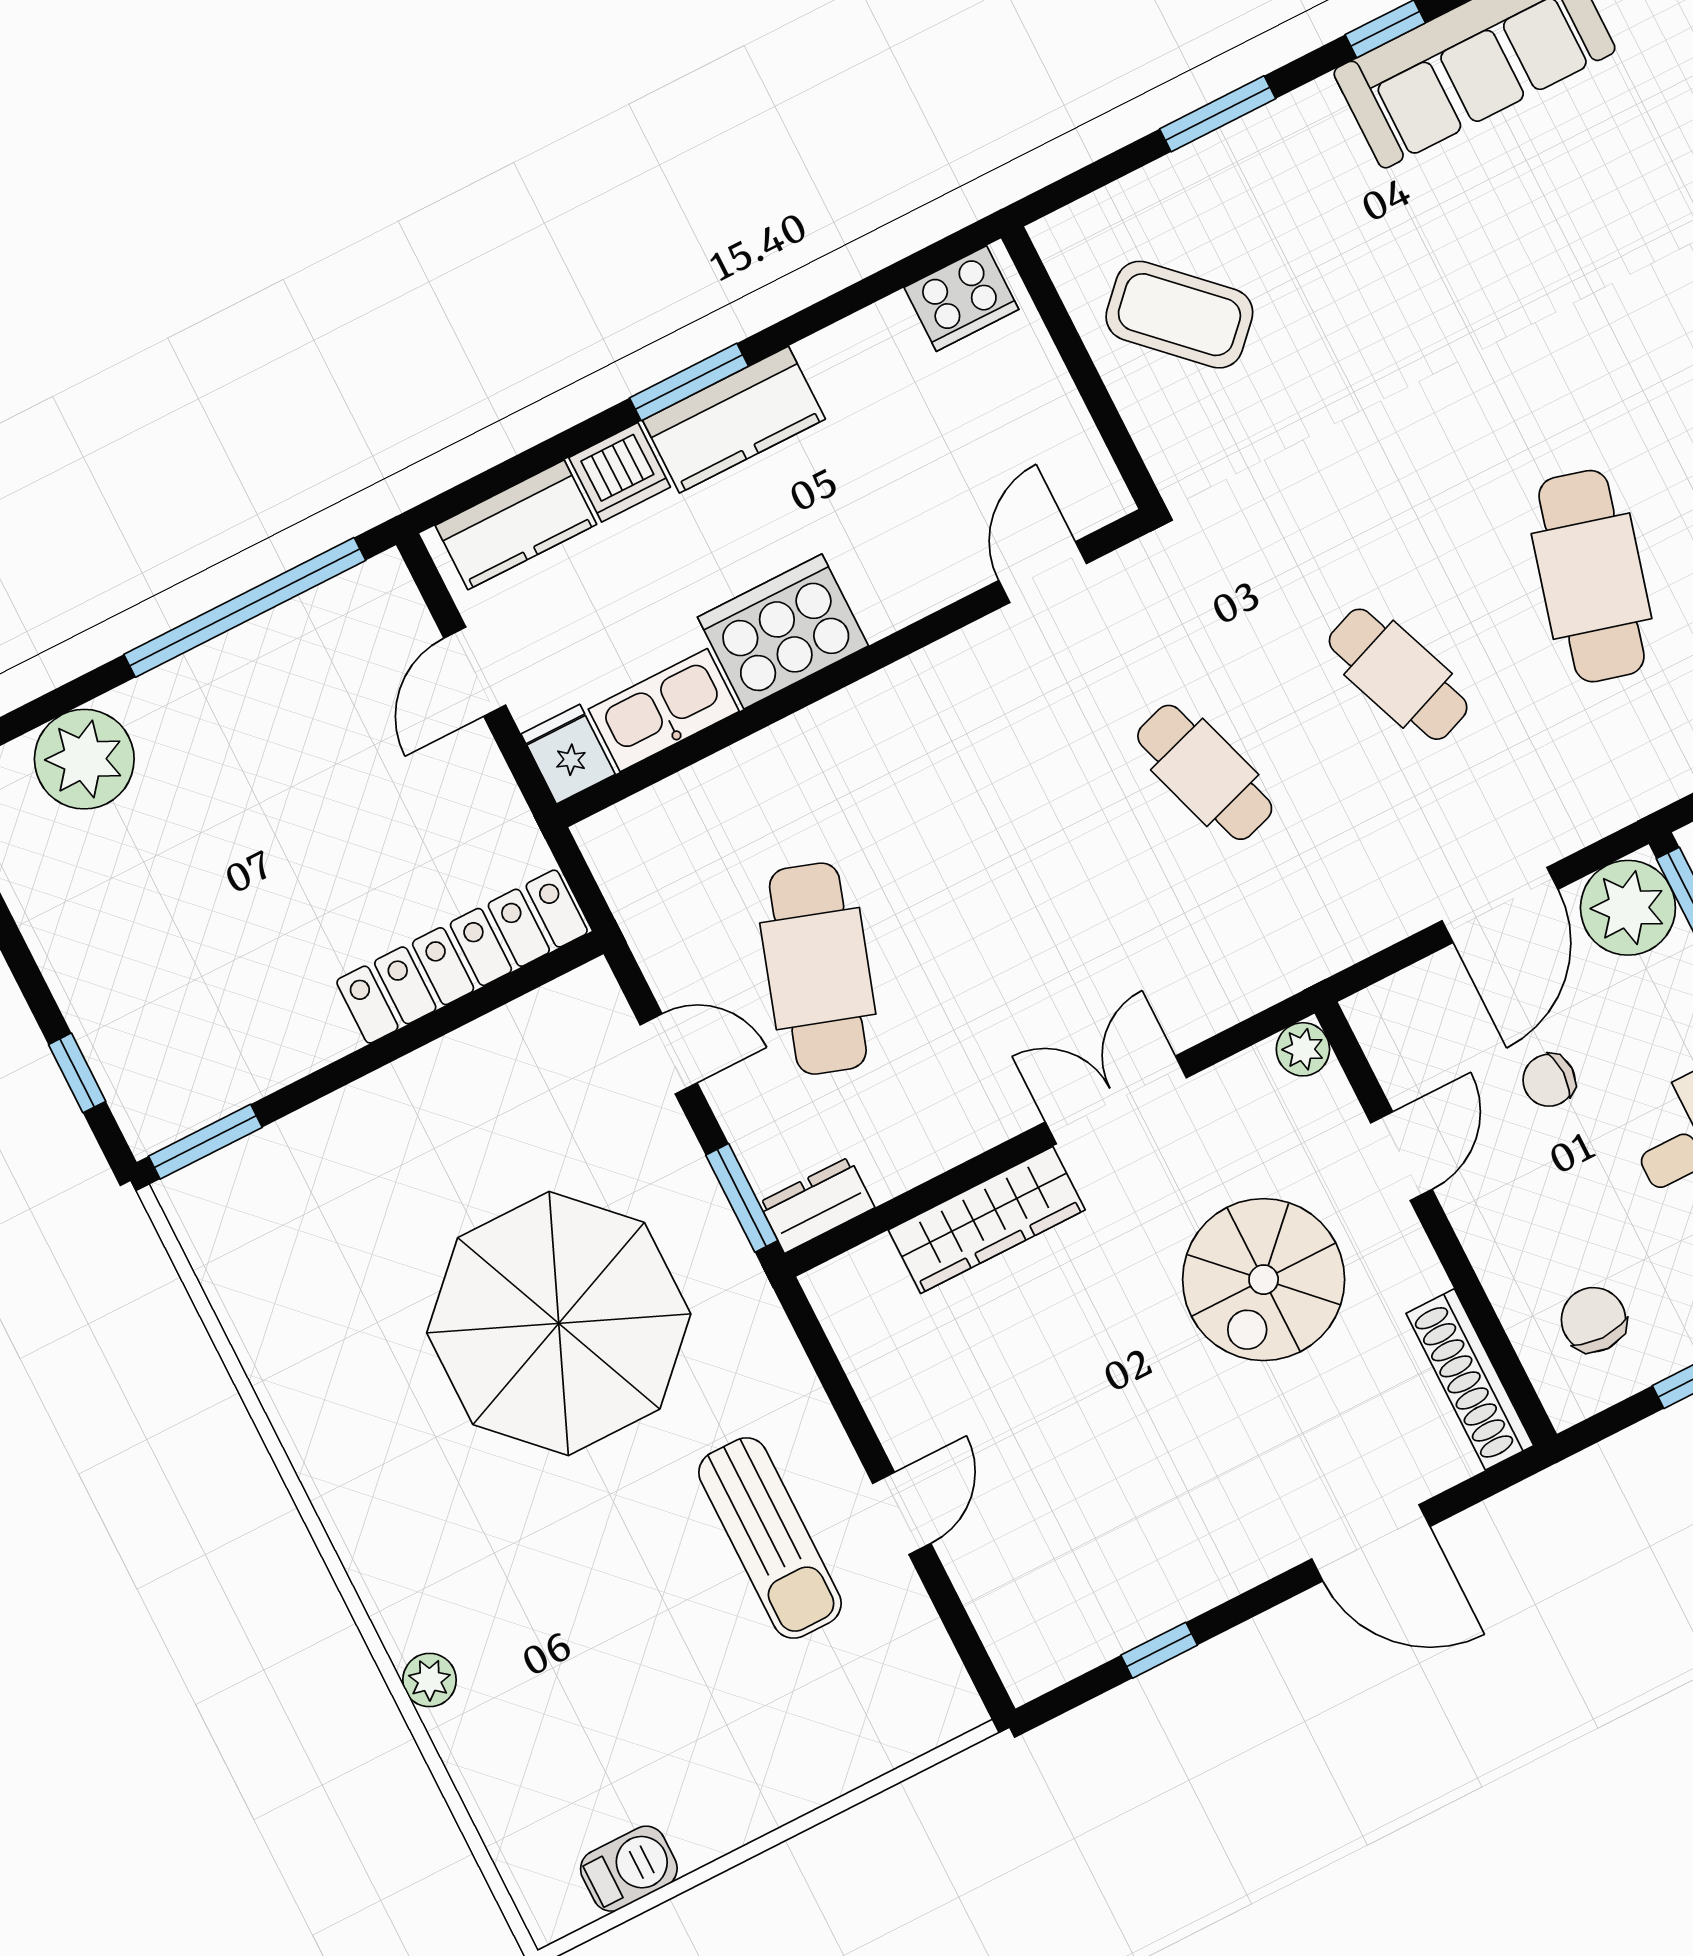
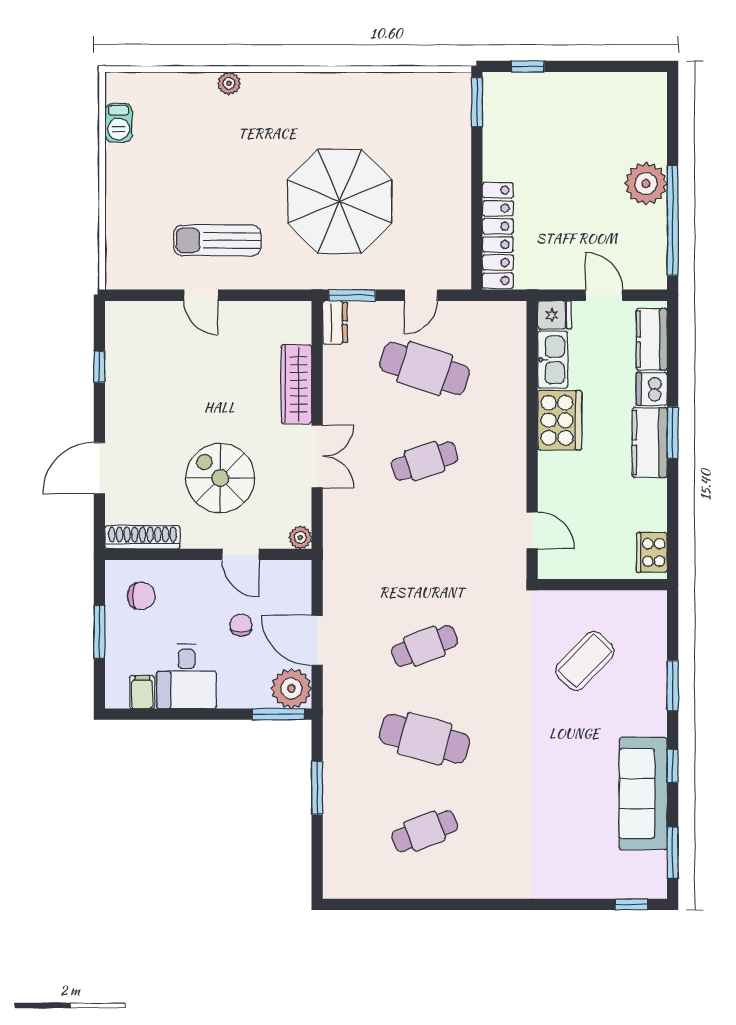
coffee table: (1179, 315) -> (585, 661), moved
plant: (84, 759) -> (646, 183), moved
cafe table: (1205, 772) -> (425, 461), moved

